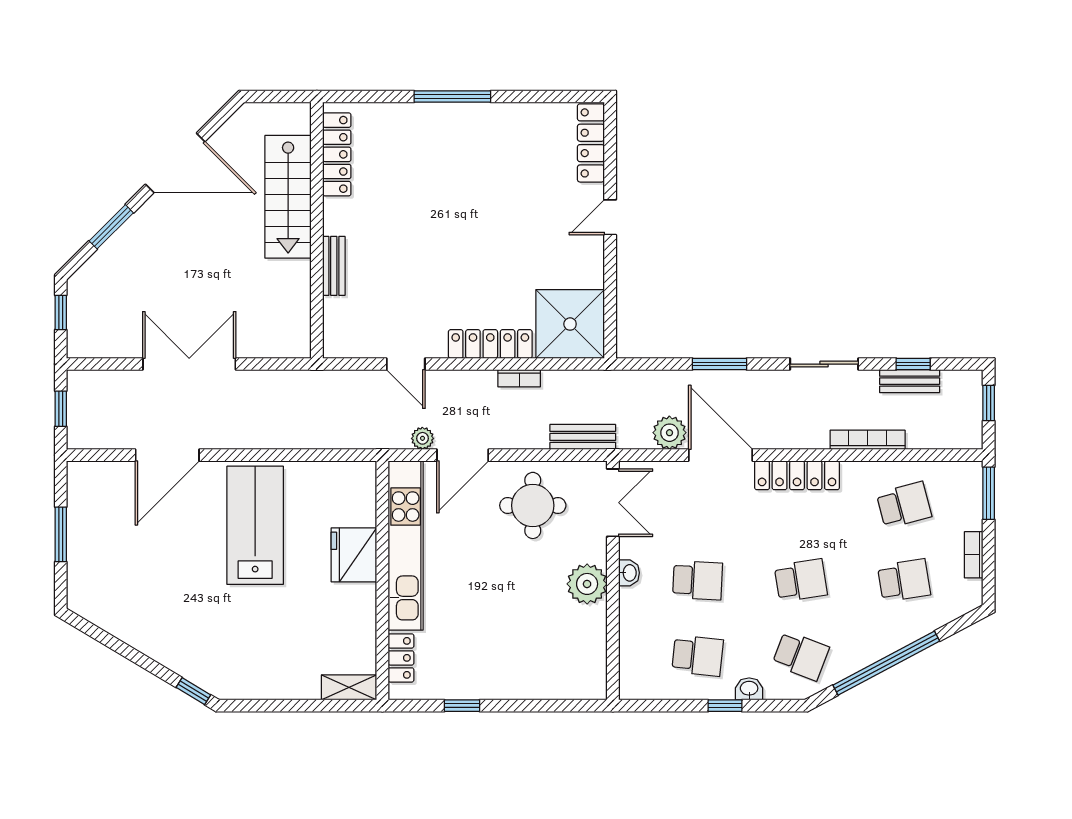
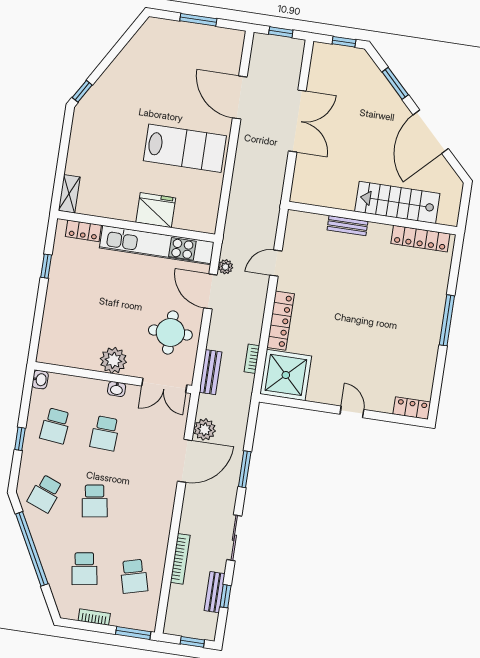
locker: (591, 143) -> (412, 408), width x0.66
bookcase: (519, 378) -> (252, 359), moved
locker: (797, 475) -> (164, 509), removed
washbasin: (749, 689) -> (40, 380), moved

